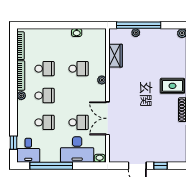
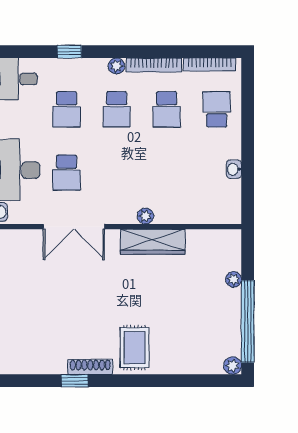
window: (139, 25) -> (248, 322), moved
wardrobe: (116, 56) -> (153, 242), moved, width x1.50
school desk: (79, 69) -> (217, 109), moved, turned 180
double door: (107, 118) -> (74, 227), swing flipped
window: (14, 143) -> (69, 52), moved

